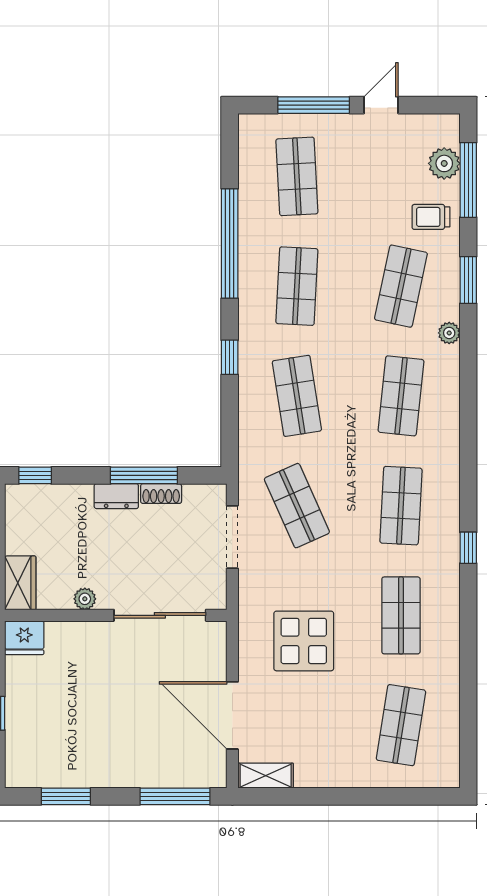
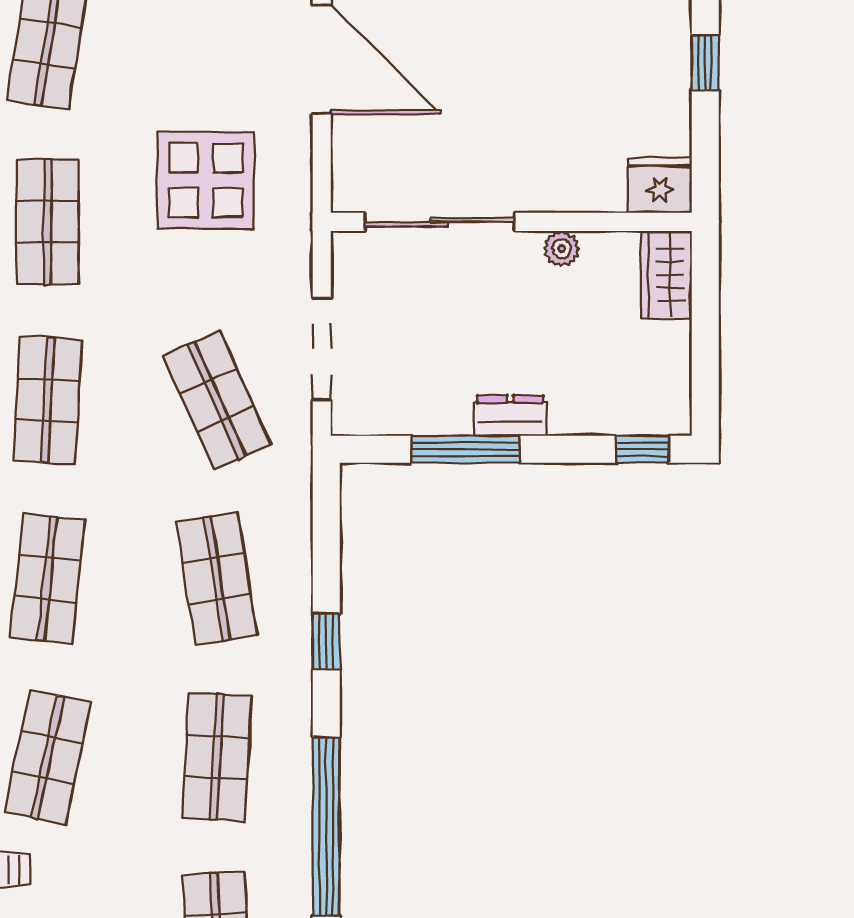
shoe rack: (161, 494) -> (438, 420), removed

